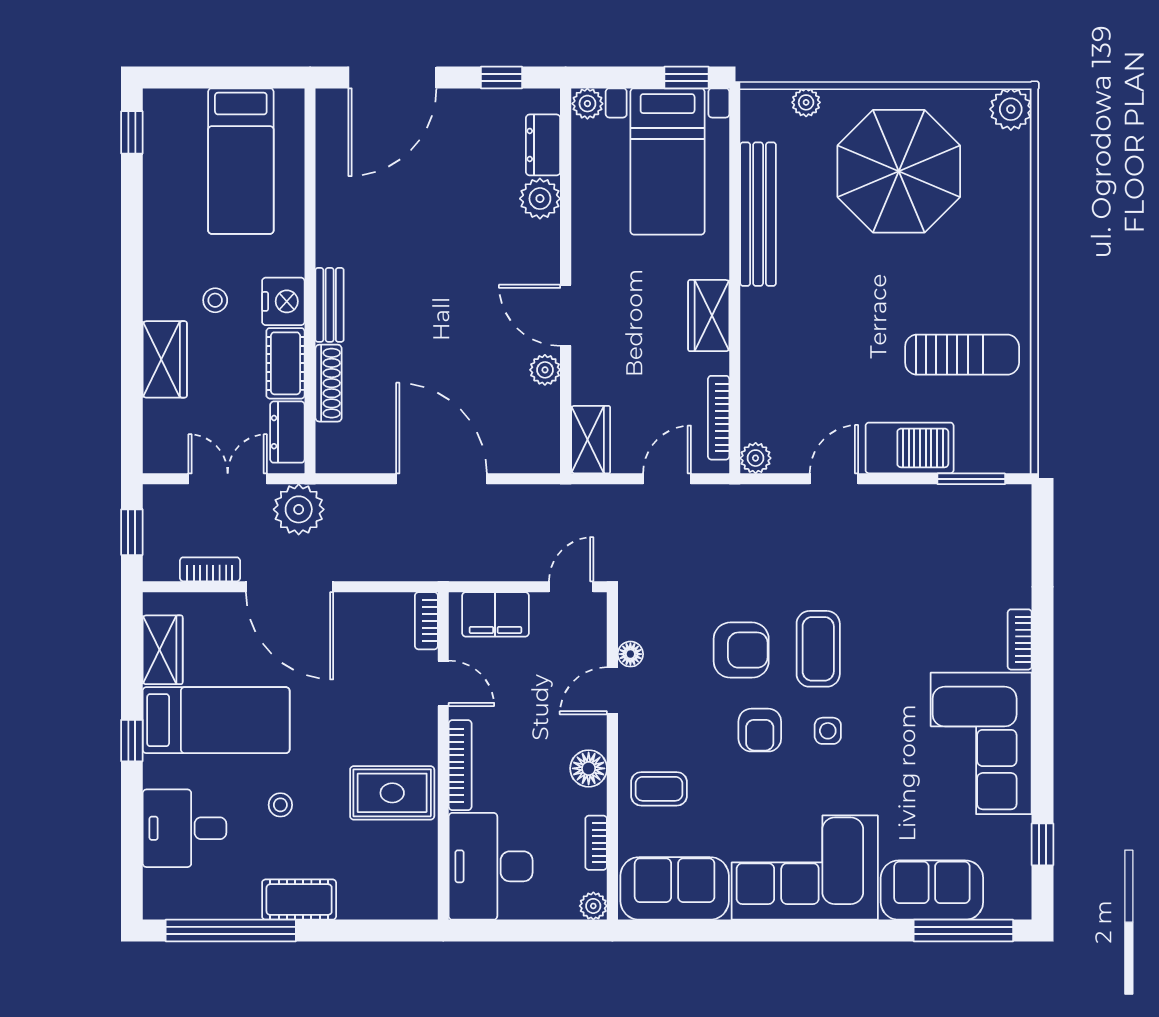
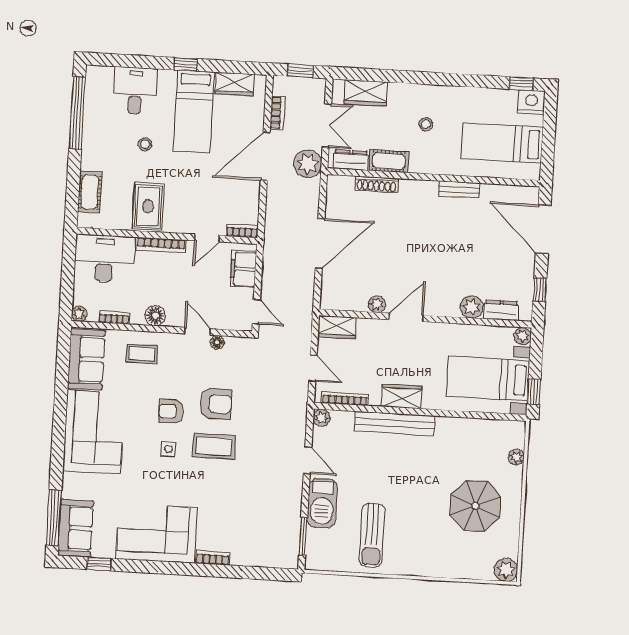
parasol: (899, 171) -> (475, 506), width x0.73, depth x0.73
bench: (758, 214) -> (395, 423), moved
nightstand: (283, 301) -> (531, 102), moved, turned 180
bench: (330, 305) -> (459, 190), moved
wardrobe: (165, 359) -> (366, 93), moved
armchair: (741, 650) -> (216, 404), turned -90
coffee table: (659, 789) -> (142, 354), turned 90
sofa: (932, 890) -> (76, 528), moved
cot: (299, 900) -> (90, 192), moved

